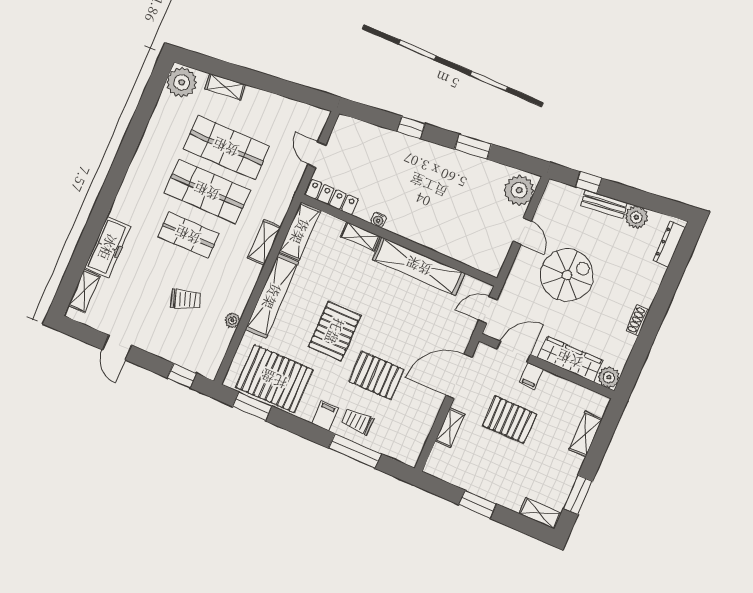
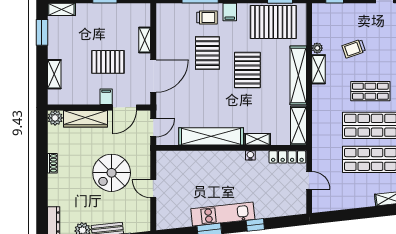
kitchen unit: (447, 160) -> (223, 214), added
plant: (519, 190) -> (167, 215), removed
shelving: (264, 243) -> (319, 69), moved
pallet: (377, 375) -> (207, 53), turned 90

